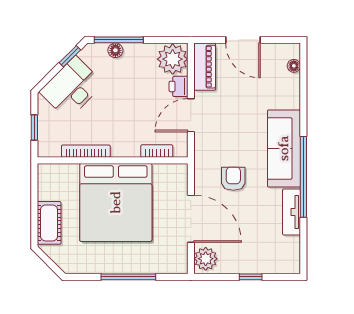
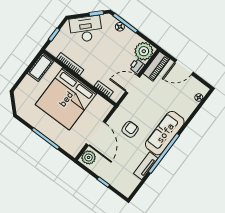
door: (243, 40) -> (184, 67), hinge flipped
cot: (49, 223) -> (40, 67), moved

